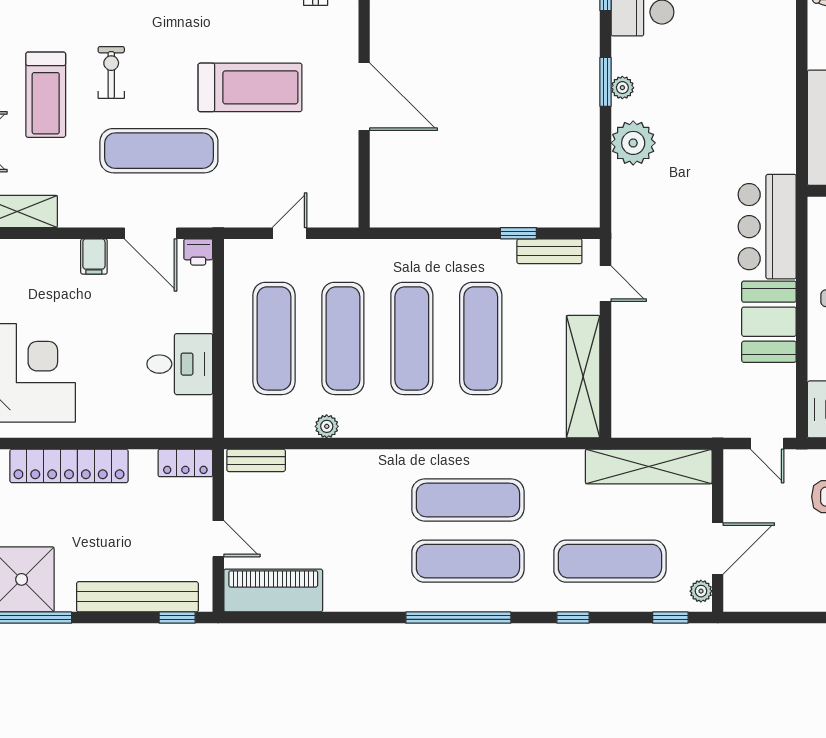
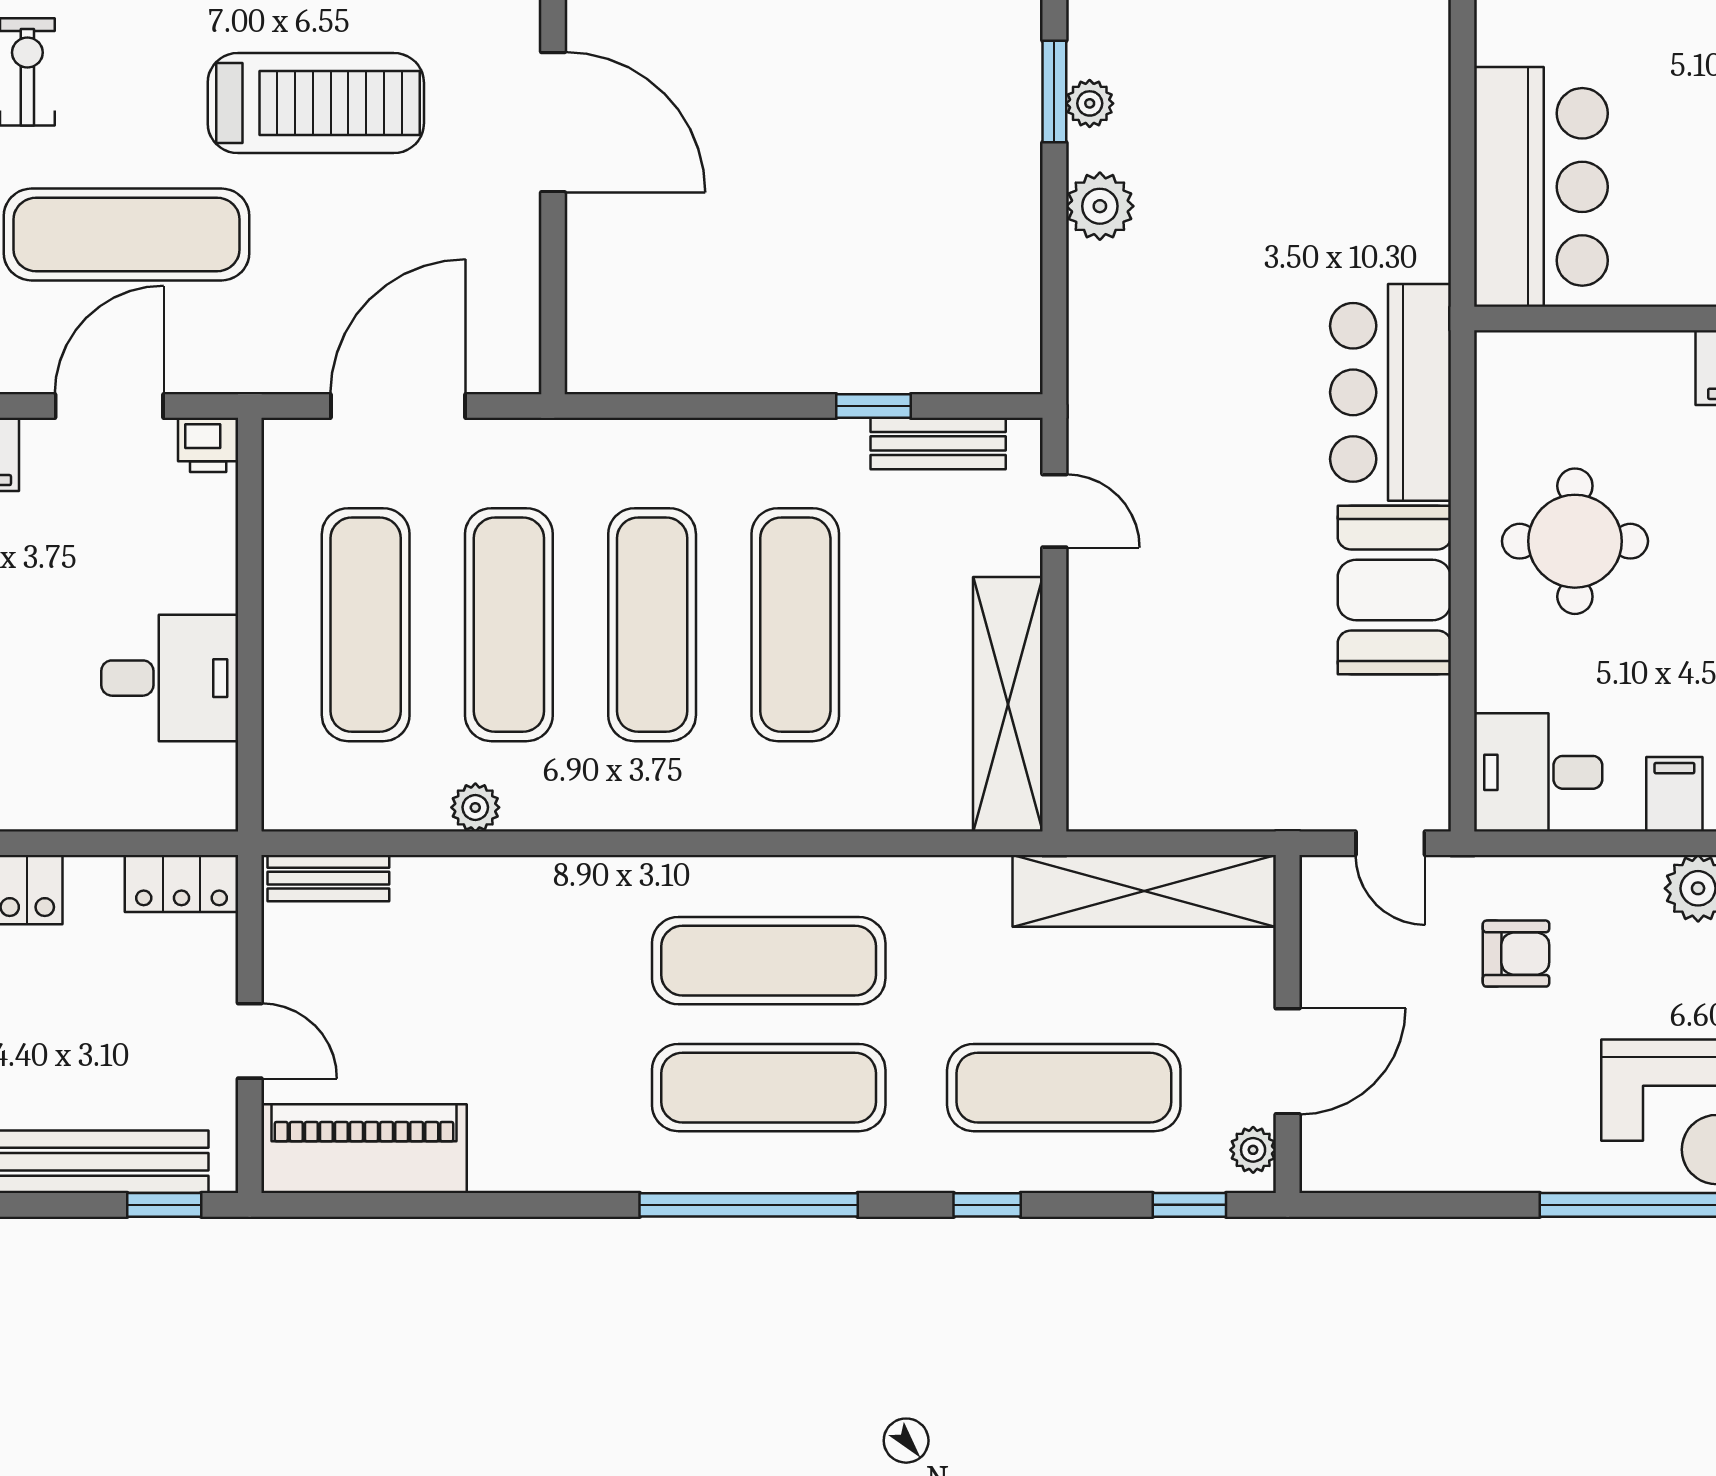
plant: (633, 143) -> (1100, 206), width x0.73, depth x0.73
door: (151, 233) -> (109, 406), swing flipped
door: (290, 233) -> (398, 406), width x1.87

